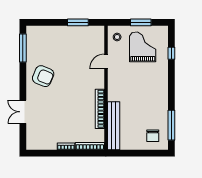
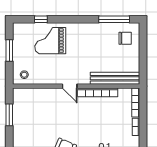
grand piano: (143, 47) -> (50, 41), moved
door: (106, 61) -> (70, 86), moved

